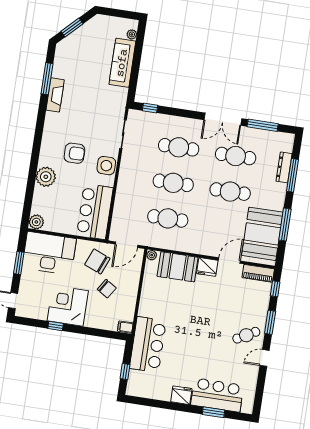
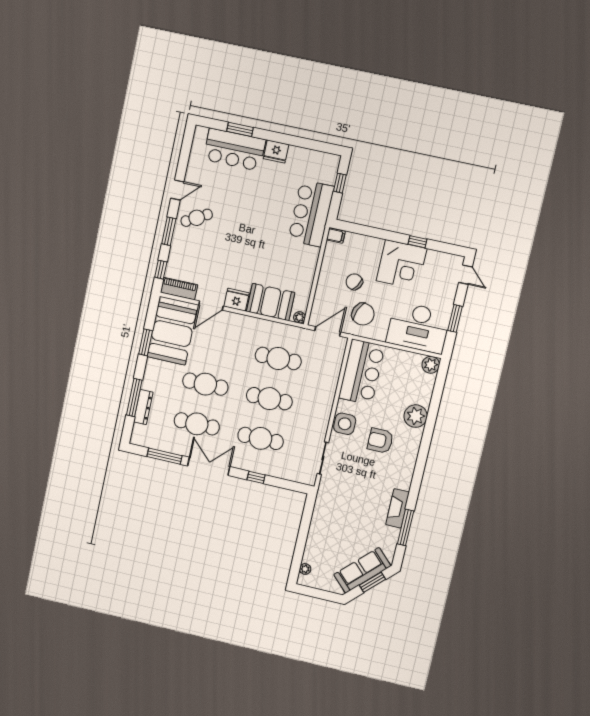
sofa: (122, 63) -> (362, 570), moved, turned -135
window: (150, 108) -> (256, 477), moved
window: (285, 225) -> (146, 342), width x0.69

